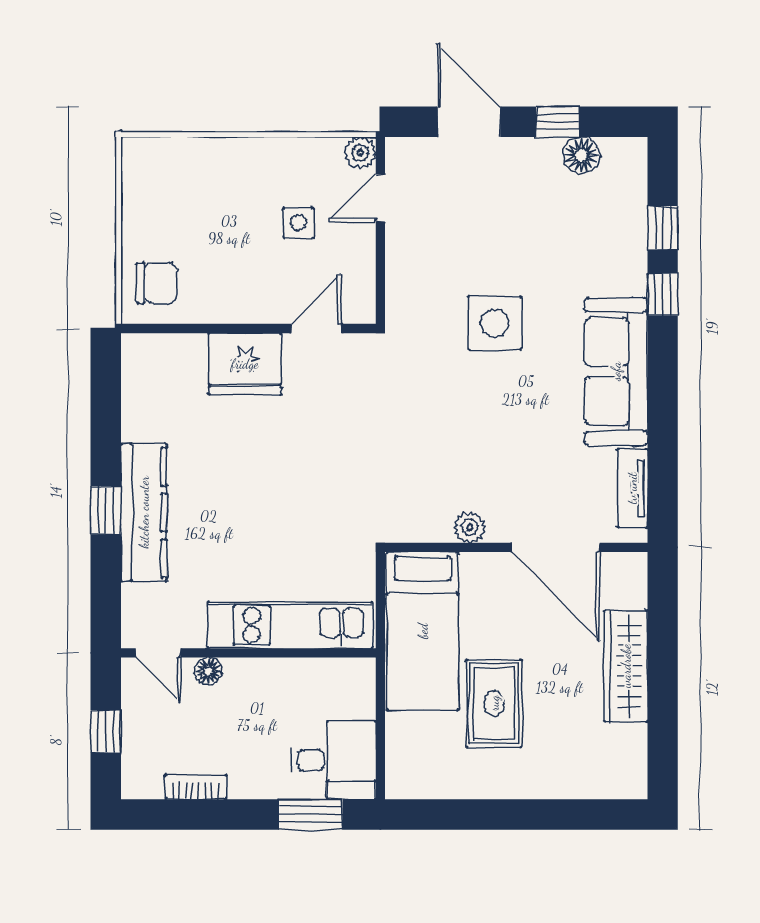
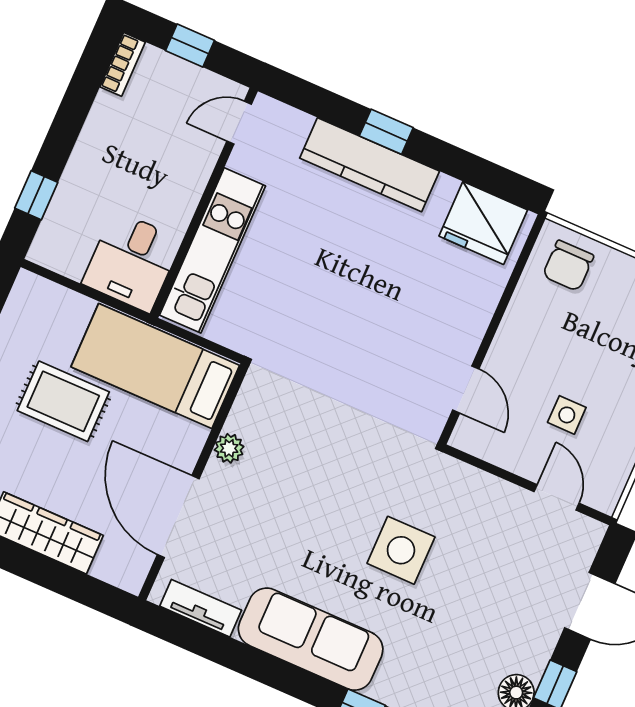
plant: (360, 153) -> (605, 497), removed
fridge: (245, 364) -> (483, 223), moved, turned -90
door: (555, 547) -> (178, 517), hinge flipped
floor lamp: (208, 671) -> (204, 160), removed
desk: (334, 760) -> (132, 262), moved
bookcase: (196, 787) -> (123, 64), moved
window: (311, 814) -> (36, 195), width x0.67

